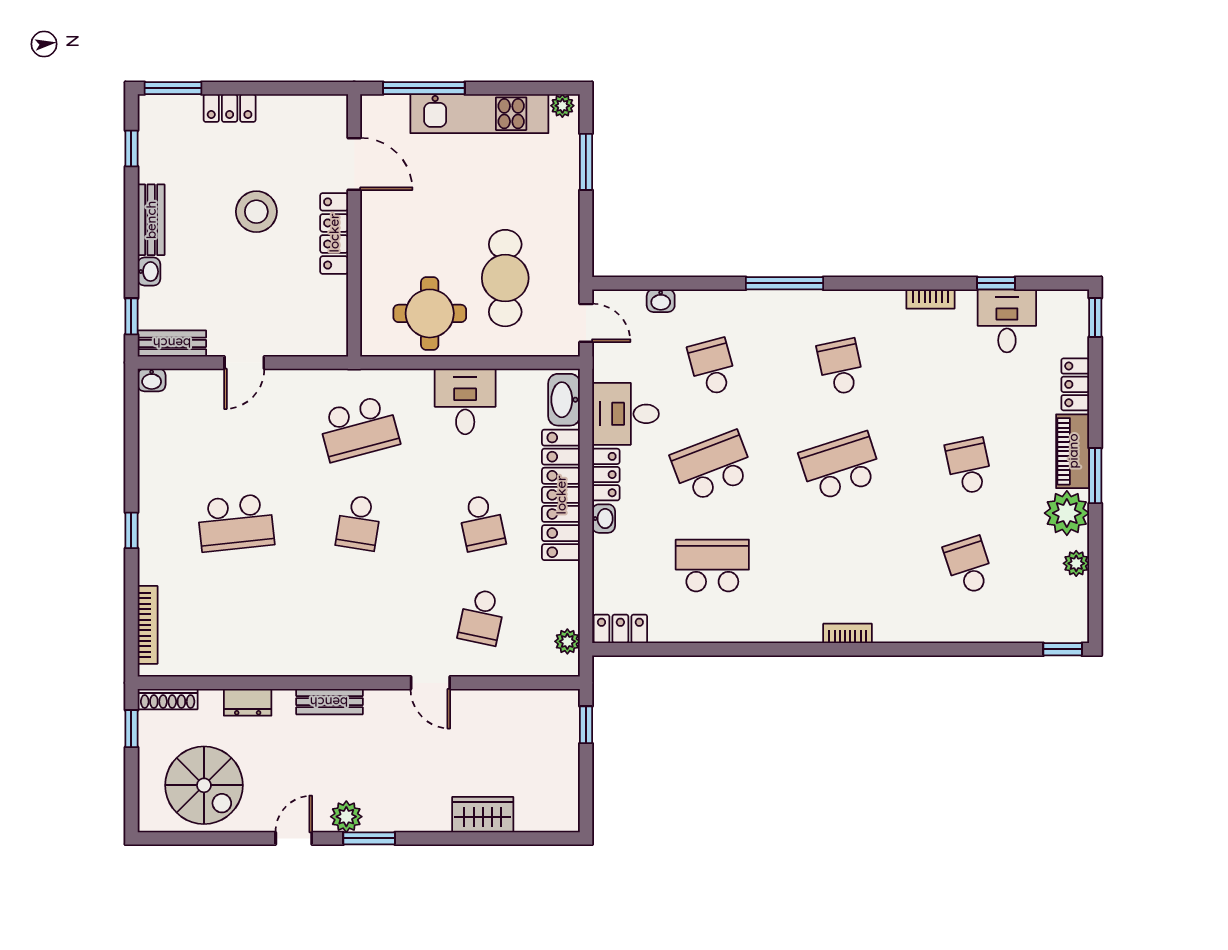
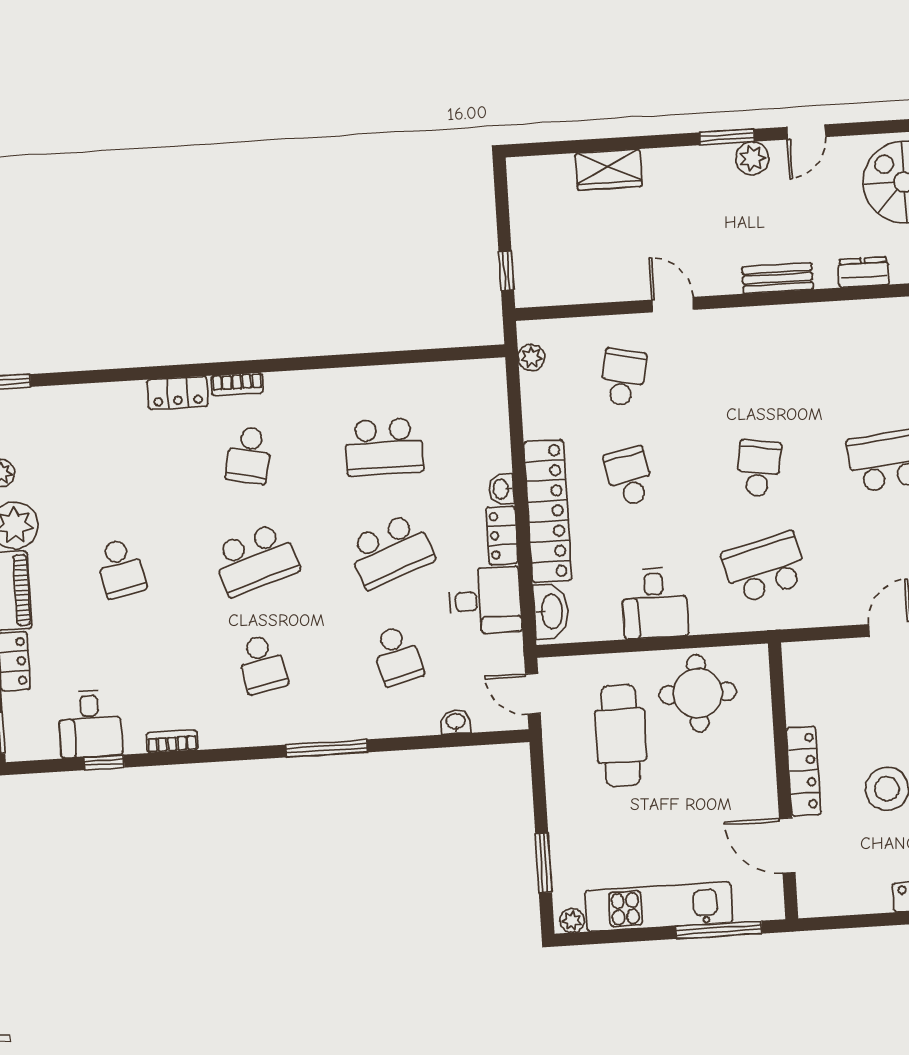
school desk: (969, 566) -> (249, 455), moved, turned 30
locker: (620, 629) -> (178, 393), moved

